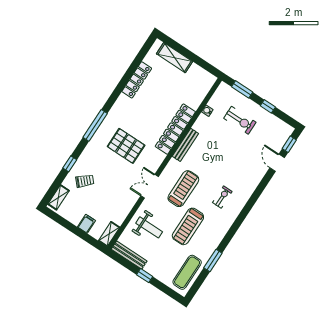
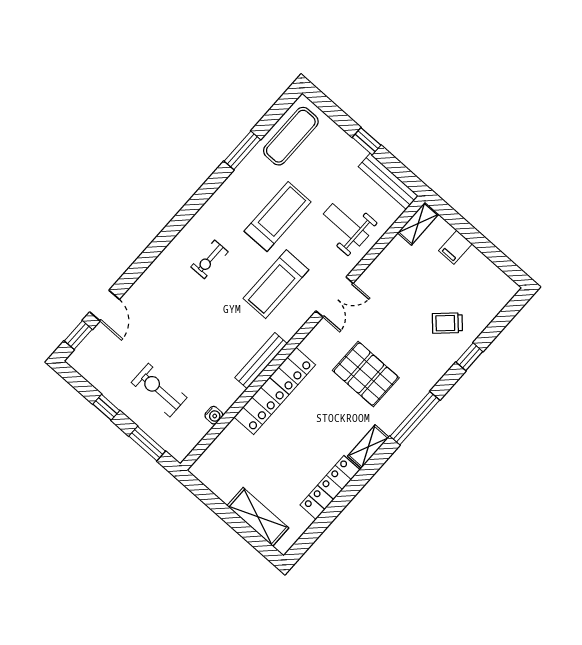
shelving: (58, 197) -> (368, 447), moved

